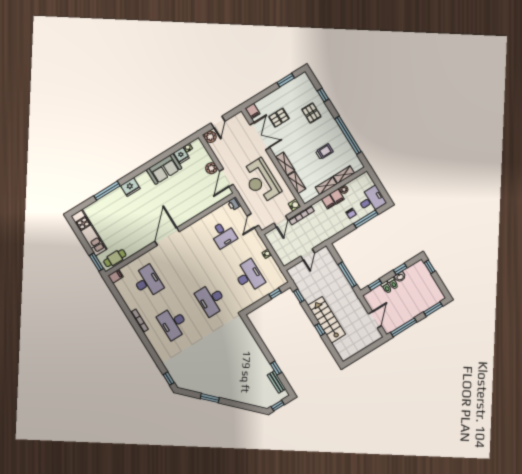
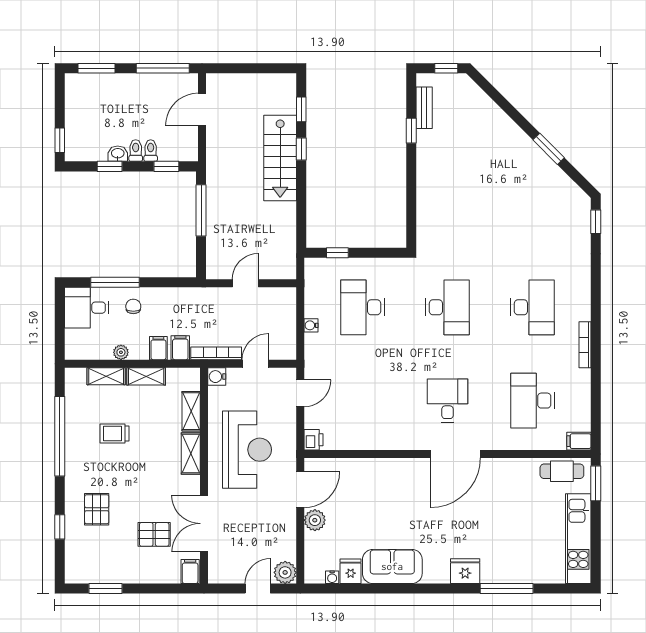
filing cabinet: (337, 197) -> (180, 348), moved
desk: (223, 235) -> (448, 401), moved
window: (299, 296) -> (301, 109), moved

